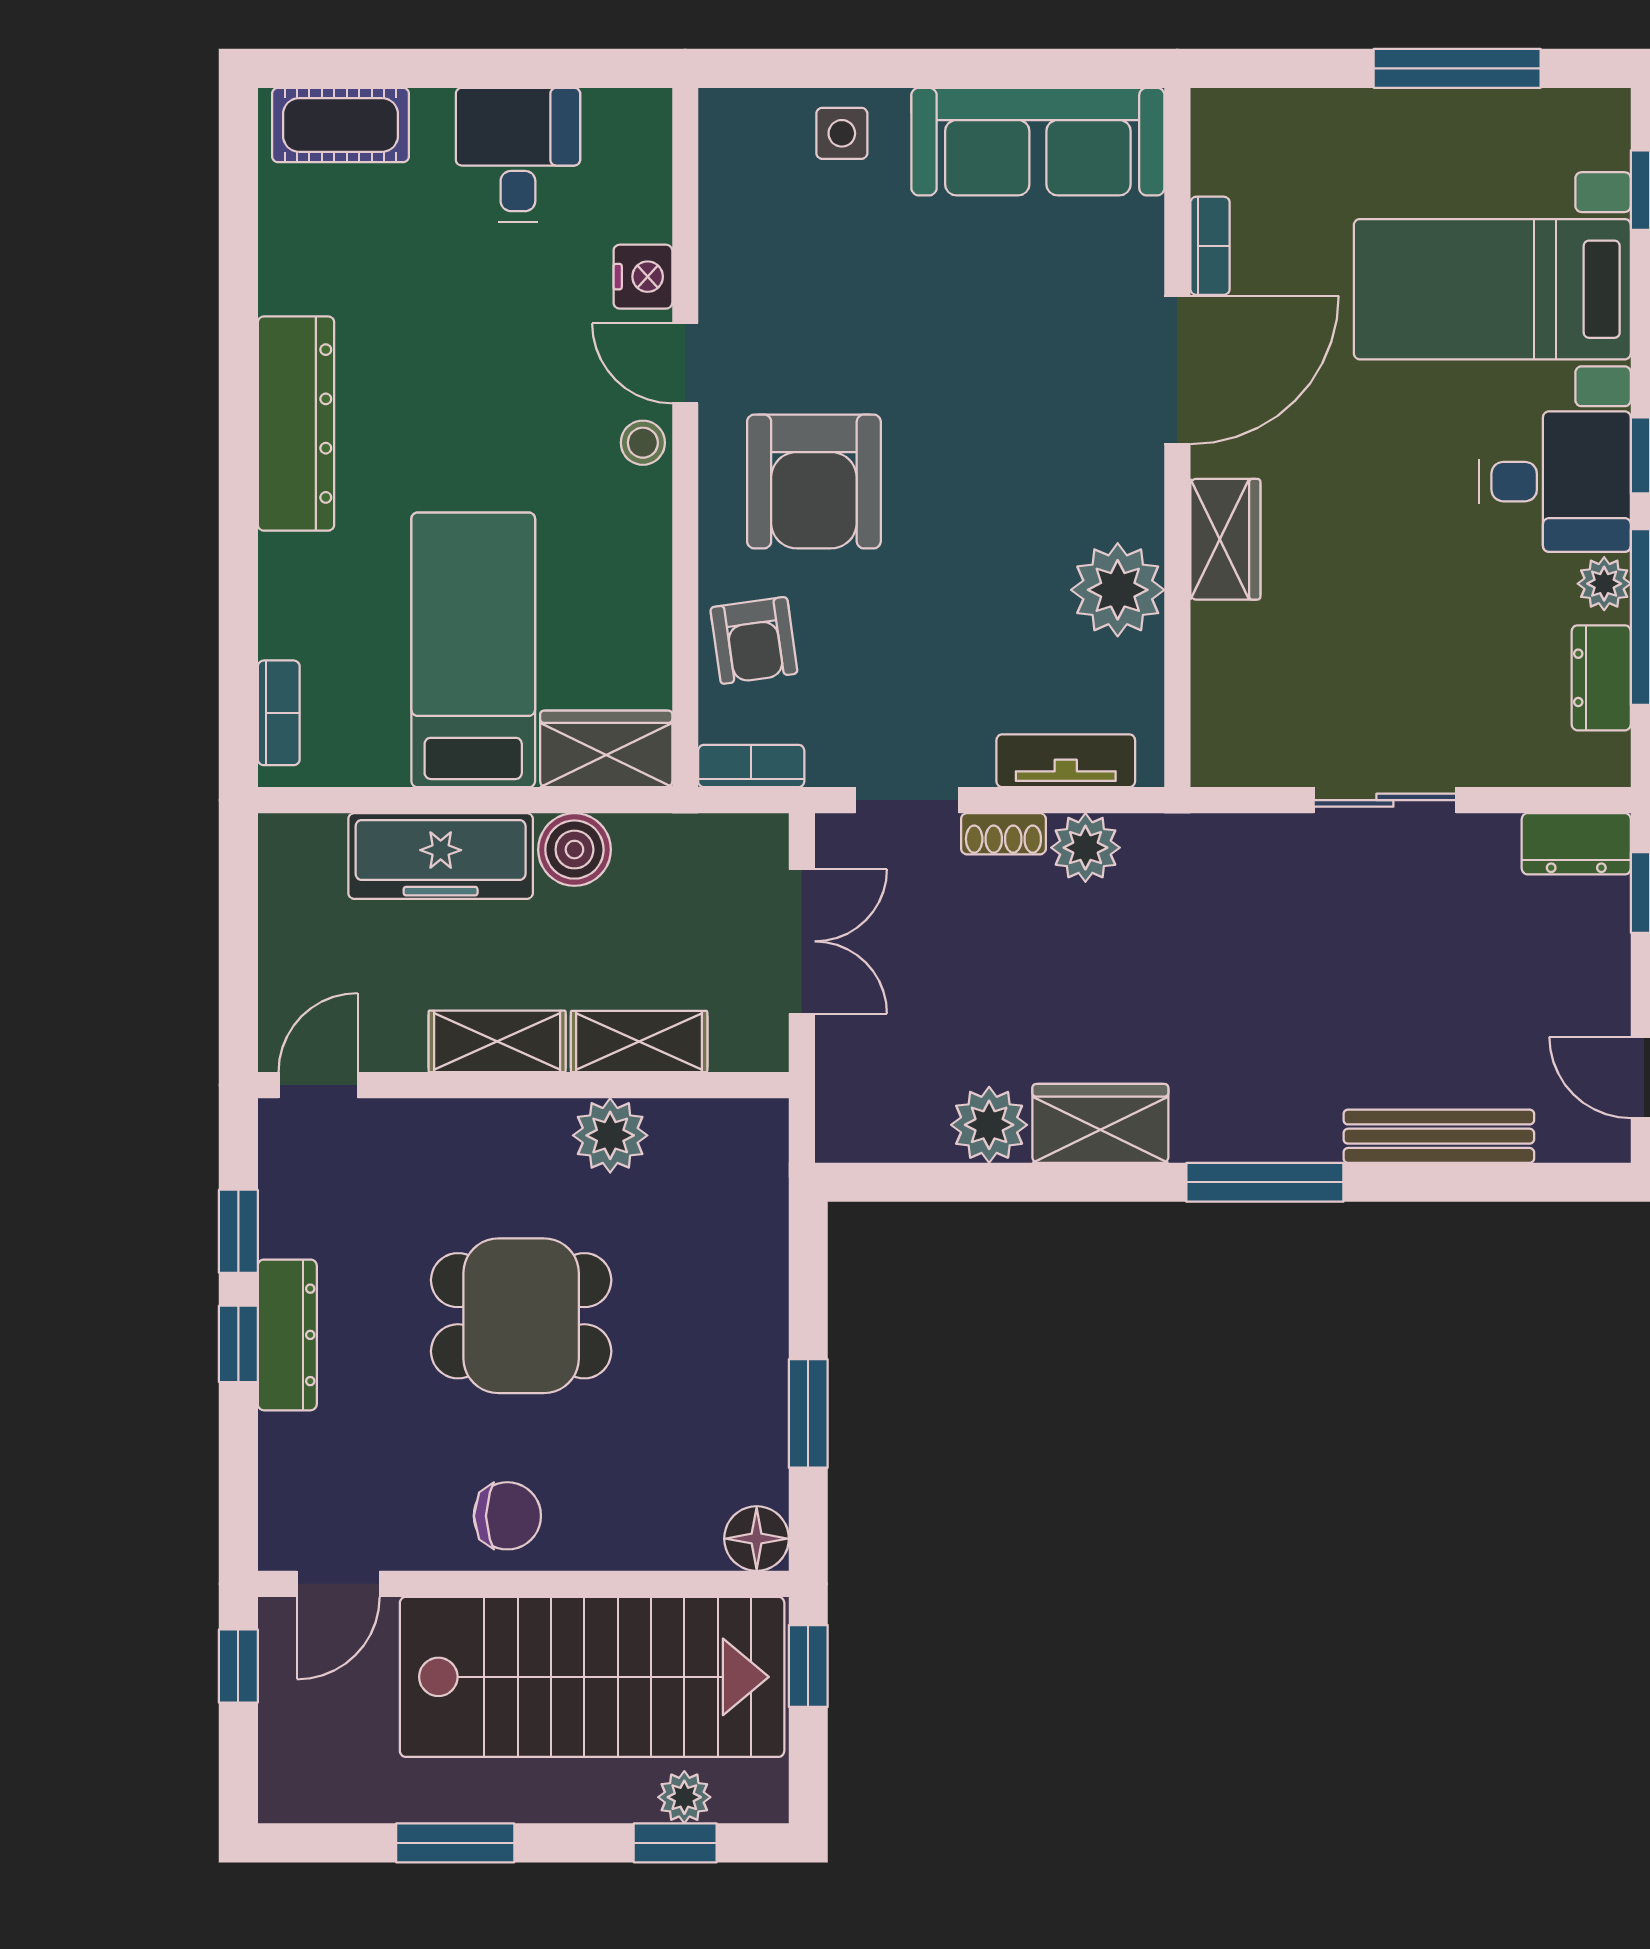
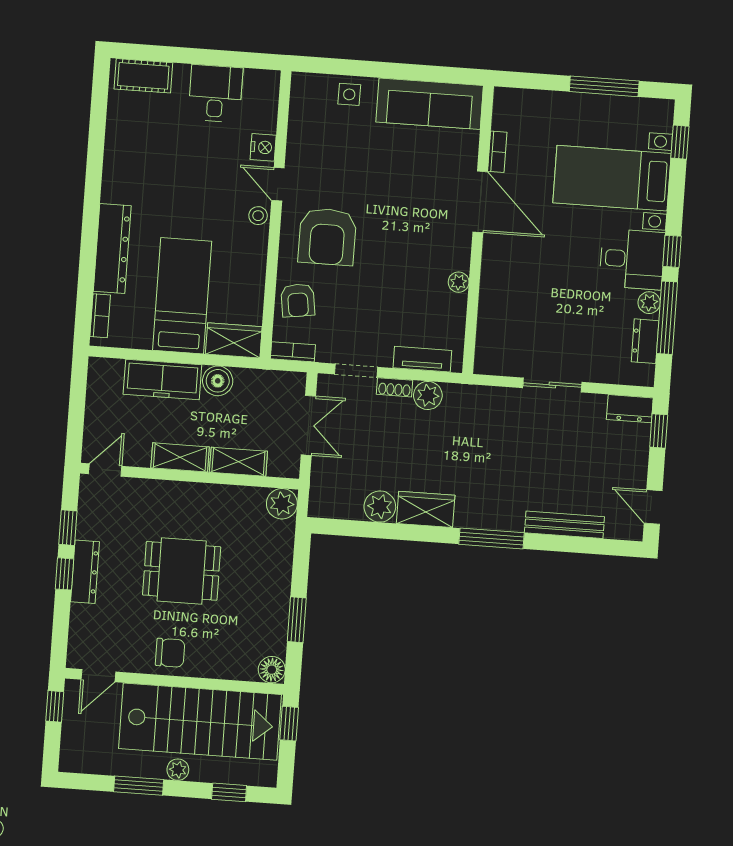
door: (1177, 370) -> (480, 202), hinge flipped
dresser: (296, 424) -> (112, 249), moved
wardrobe: (1225, 539) -> (495, 273), removed
plant: (1118, 590) -> (459, 282), width x0.53, depth x0.53
plant: (610, 1135) -> (282, 504), moved
plant: (684, 1797) -> (178, 770), moved

